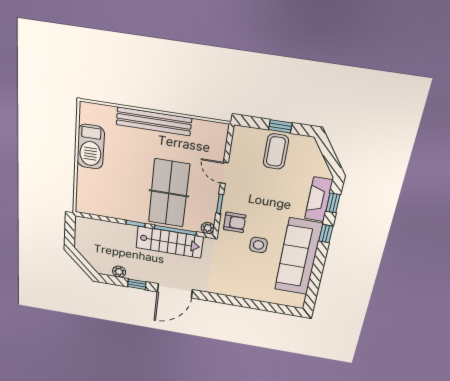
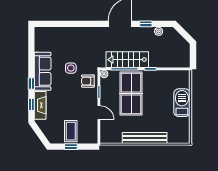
barbecue: (91, 147) -> (182, 103), moved
sofa: (298, 257) -> (43, 71), width x0.74, depth x0.79

